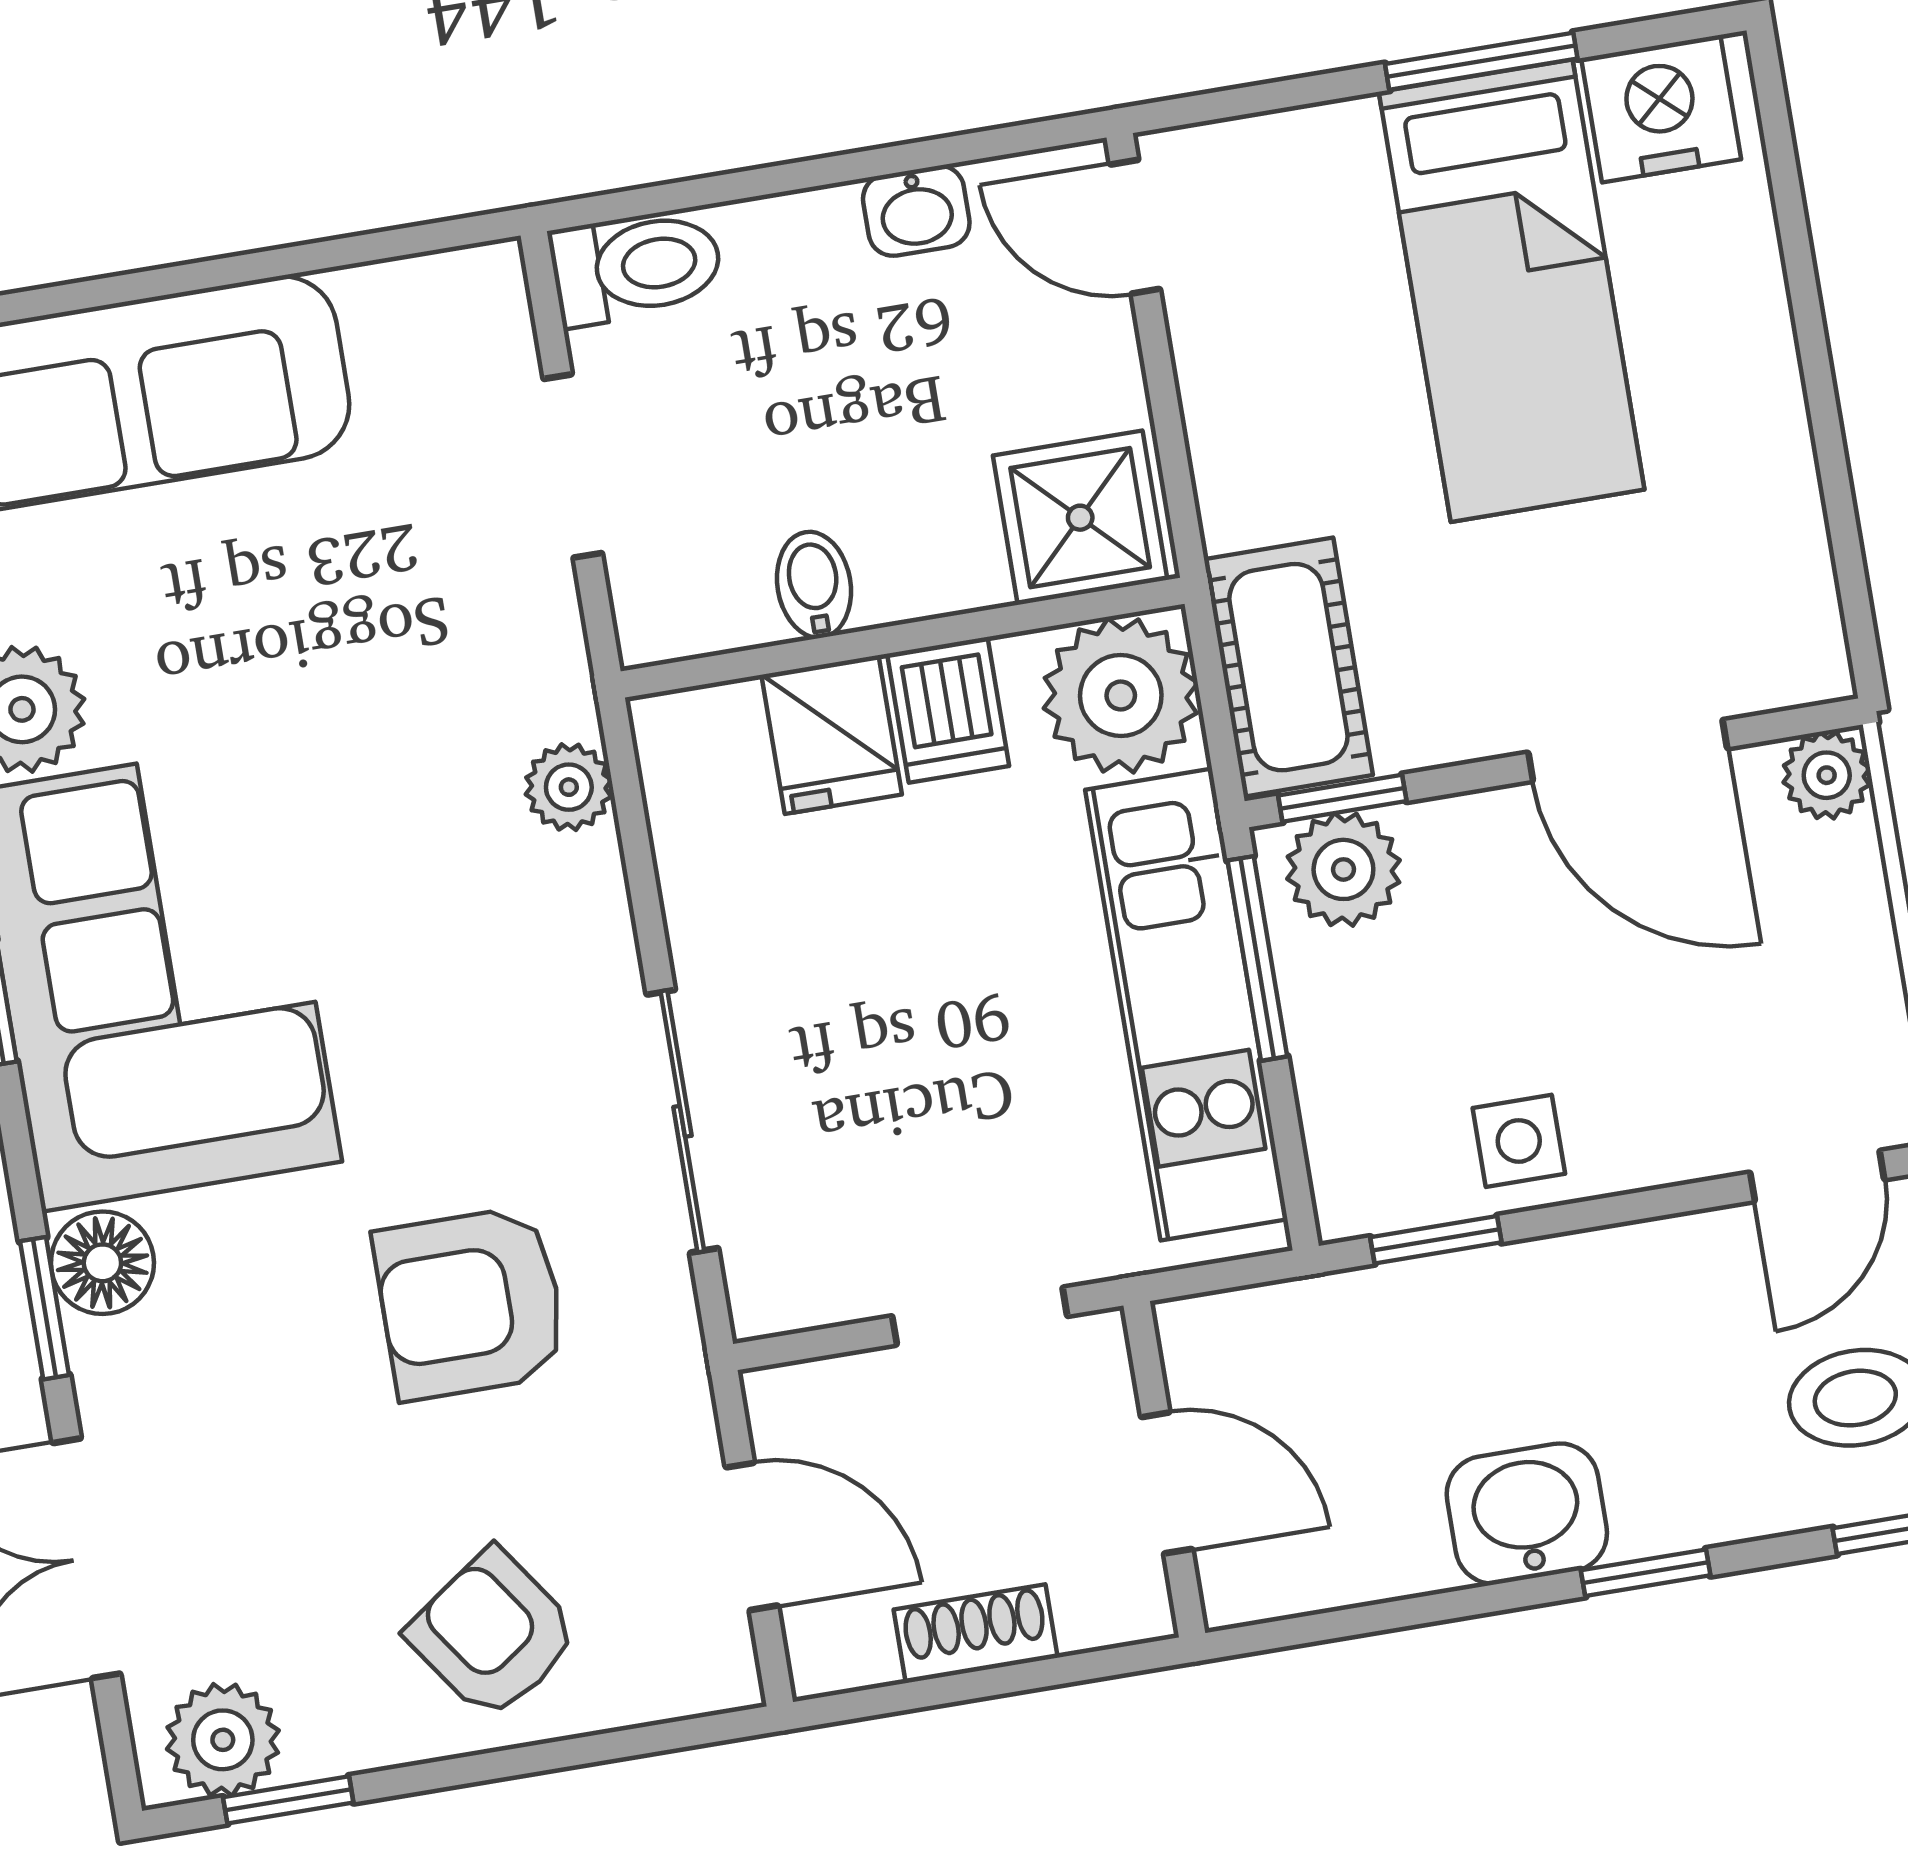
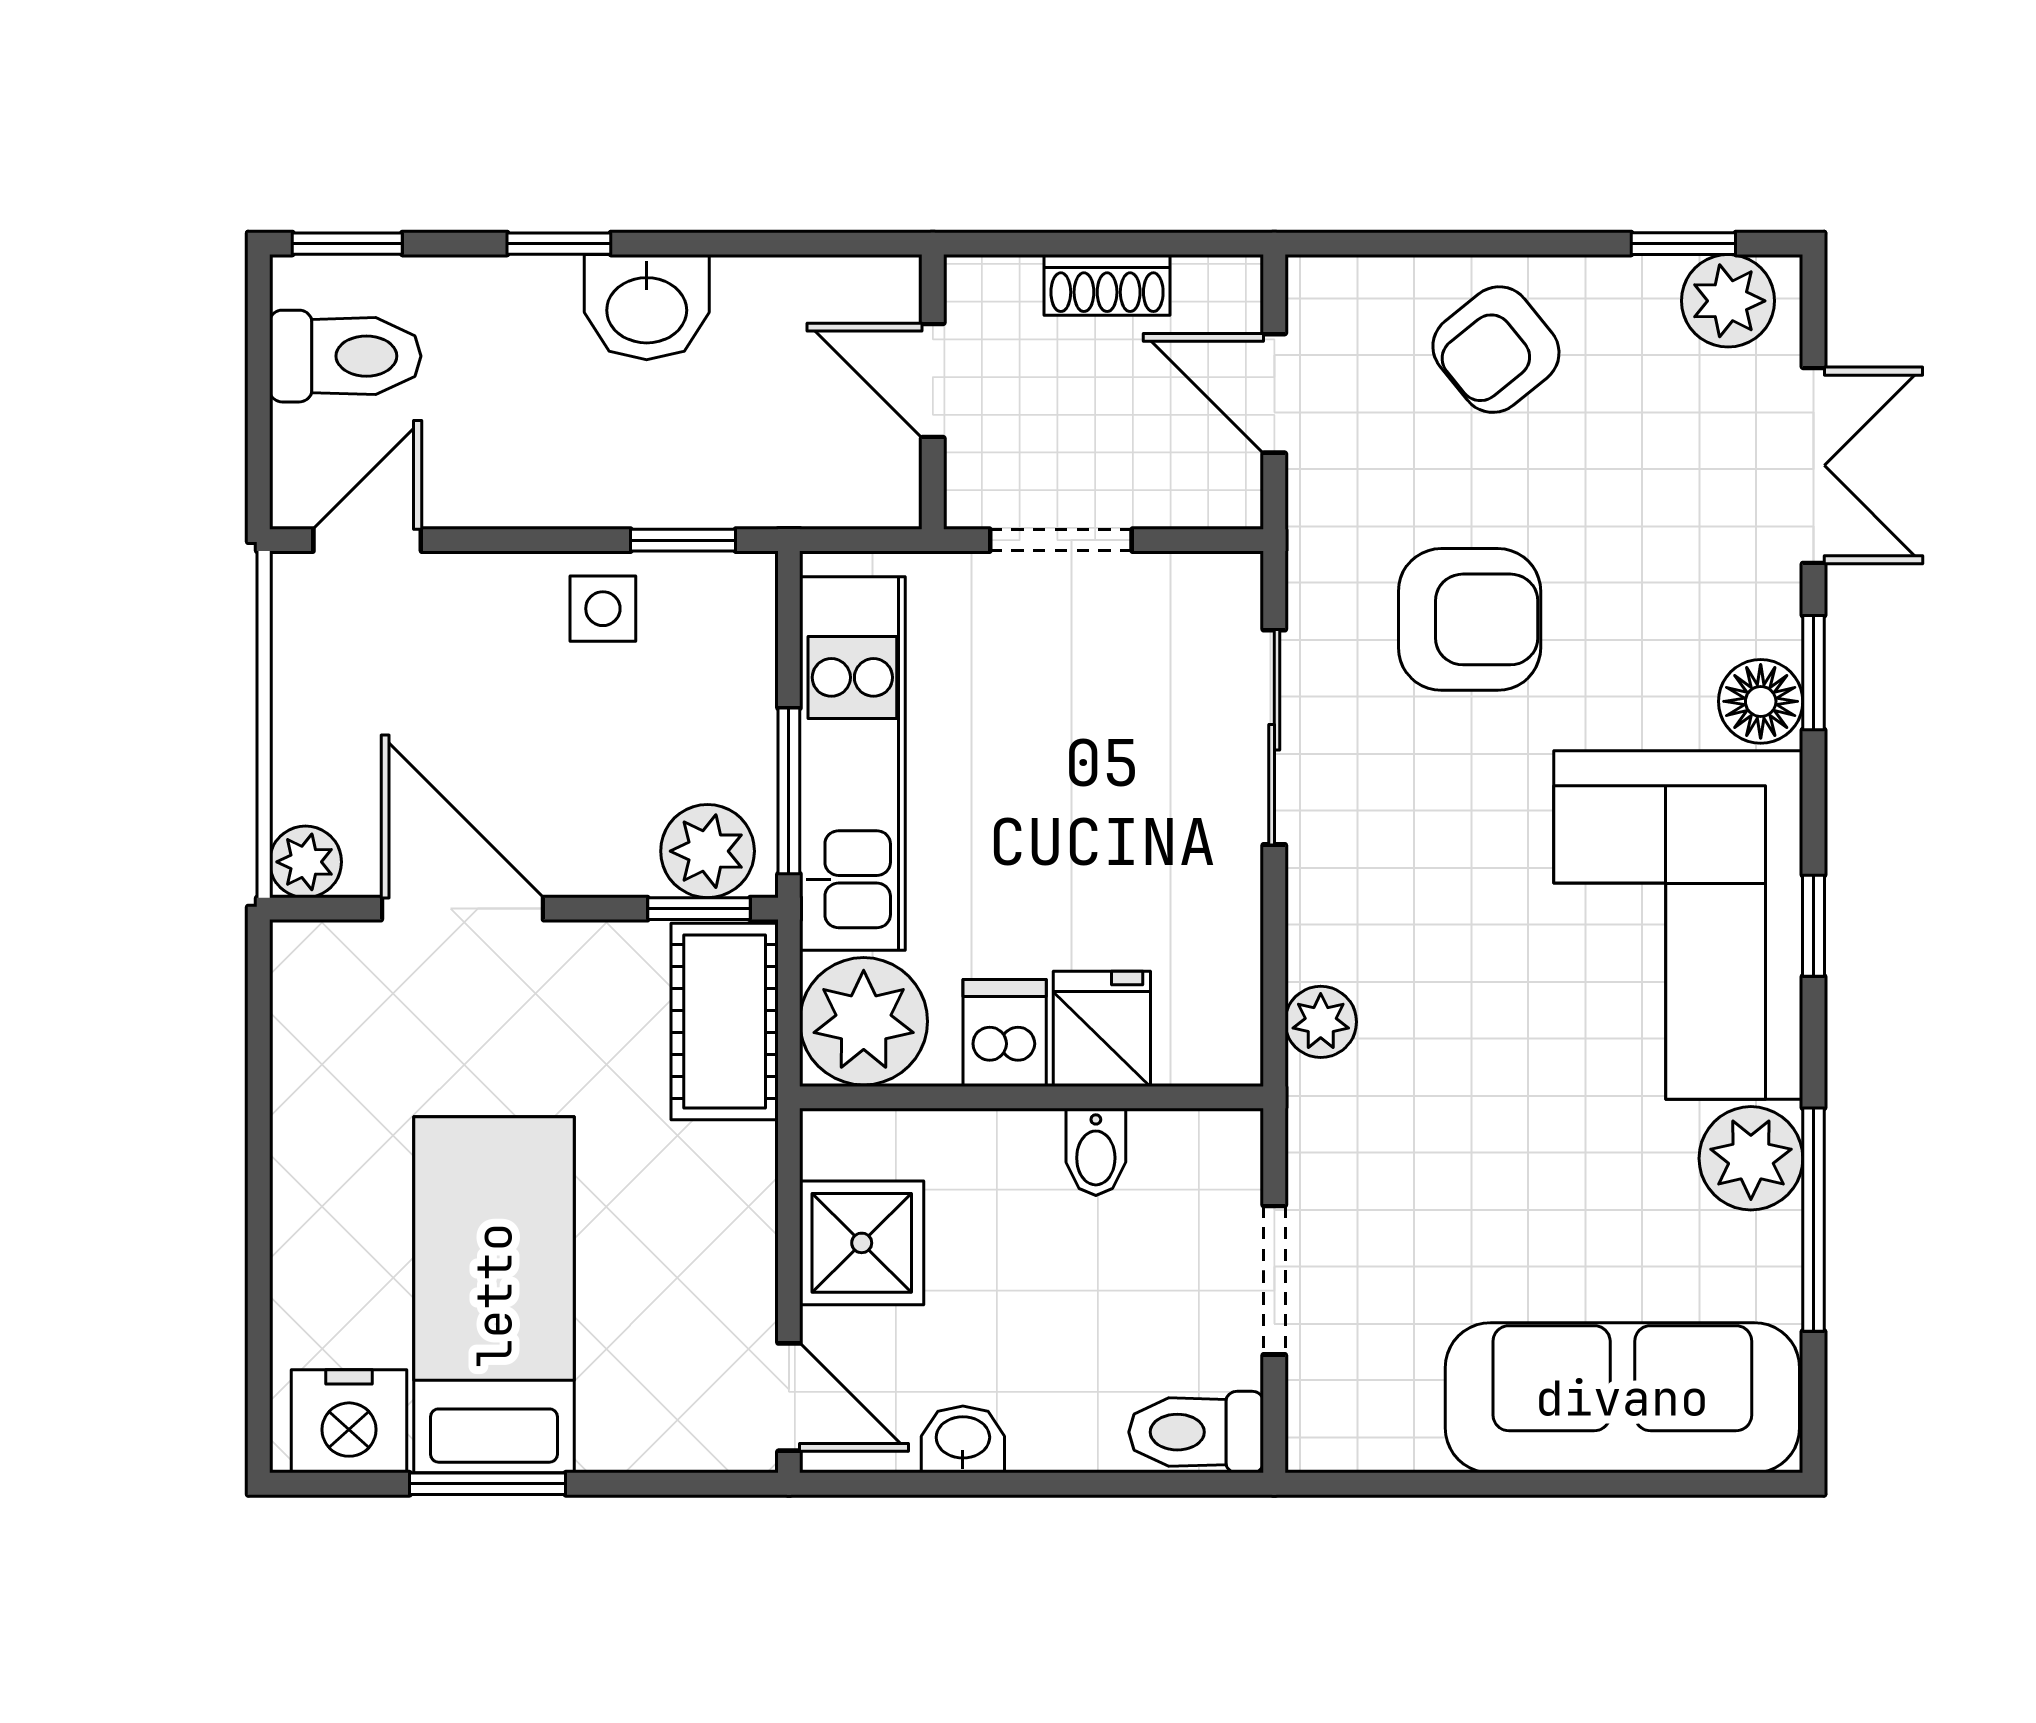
shower: (1080, 518) -> (862, 1243), moved
armchair: (493, 1634) -> (1496, 350), turned 86

